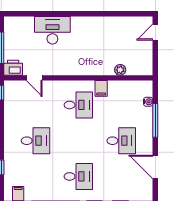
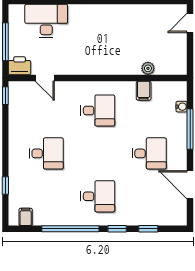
desk: (52, 30) -> (46, 21), moved
filing cabinet: (101, 88) -> (144, 91), moved

